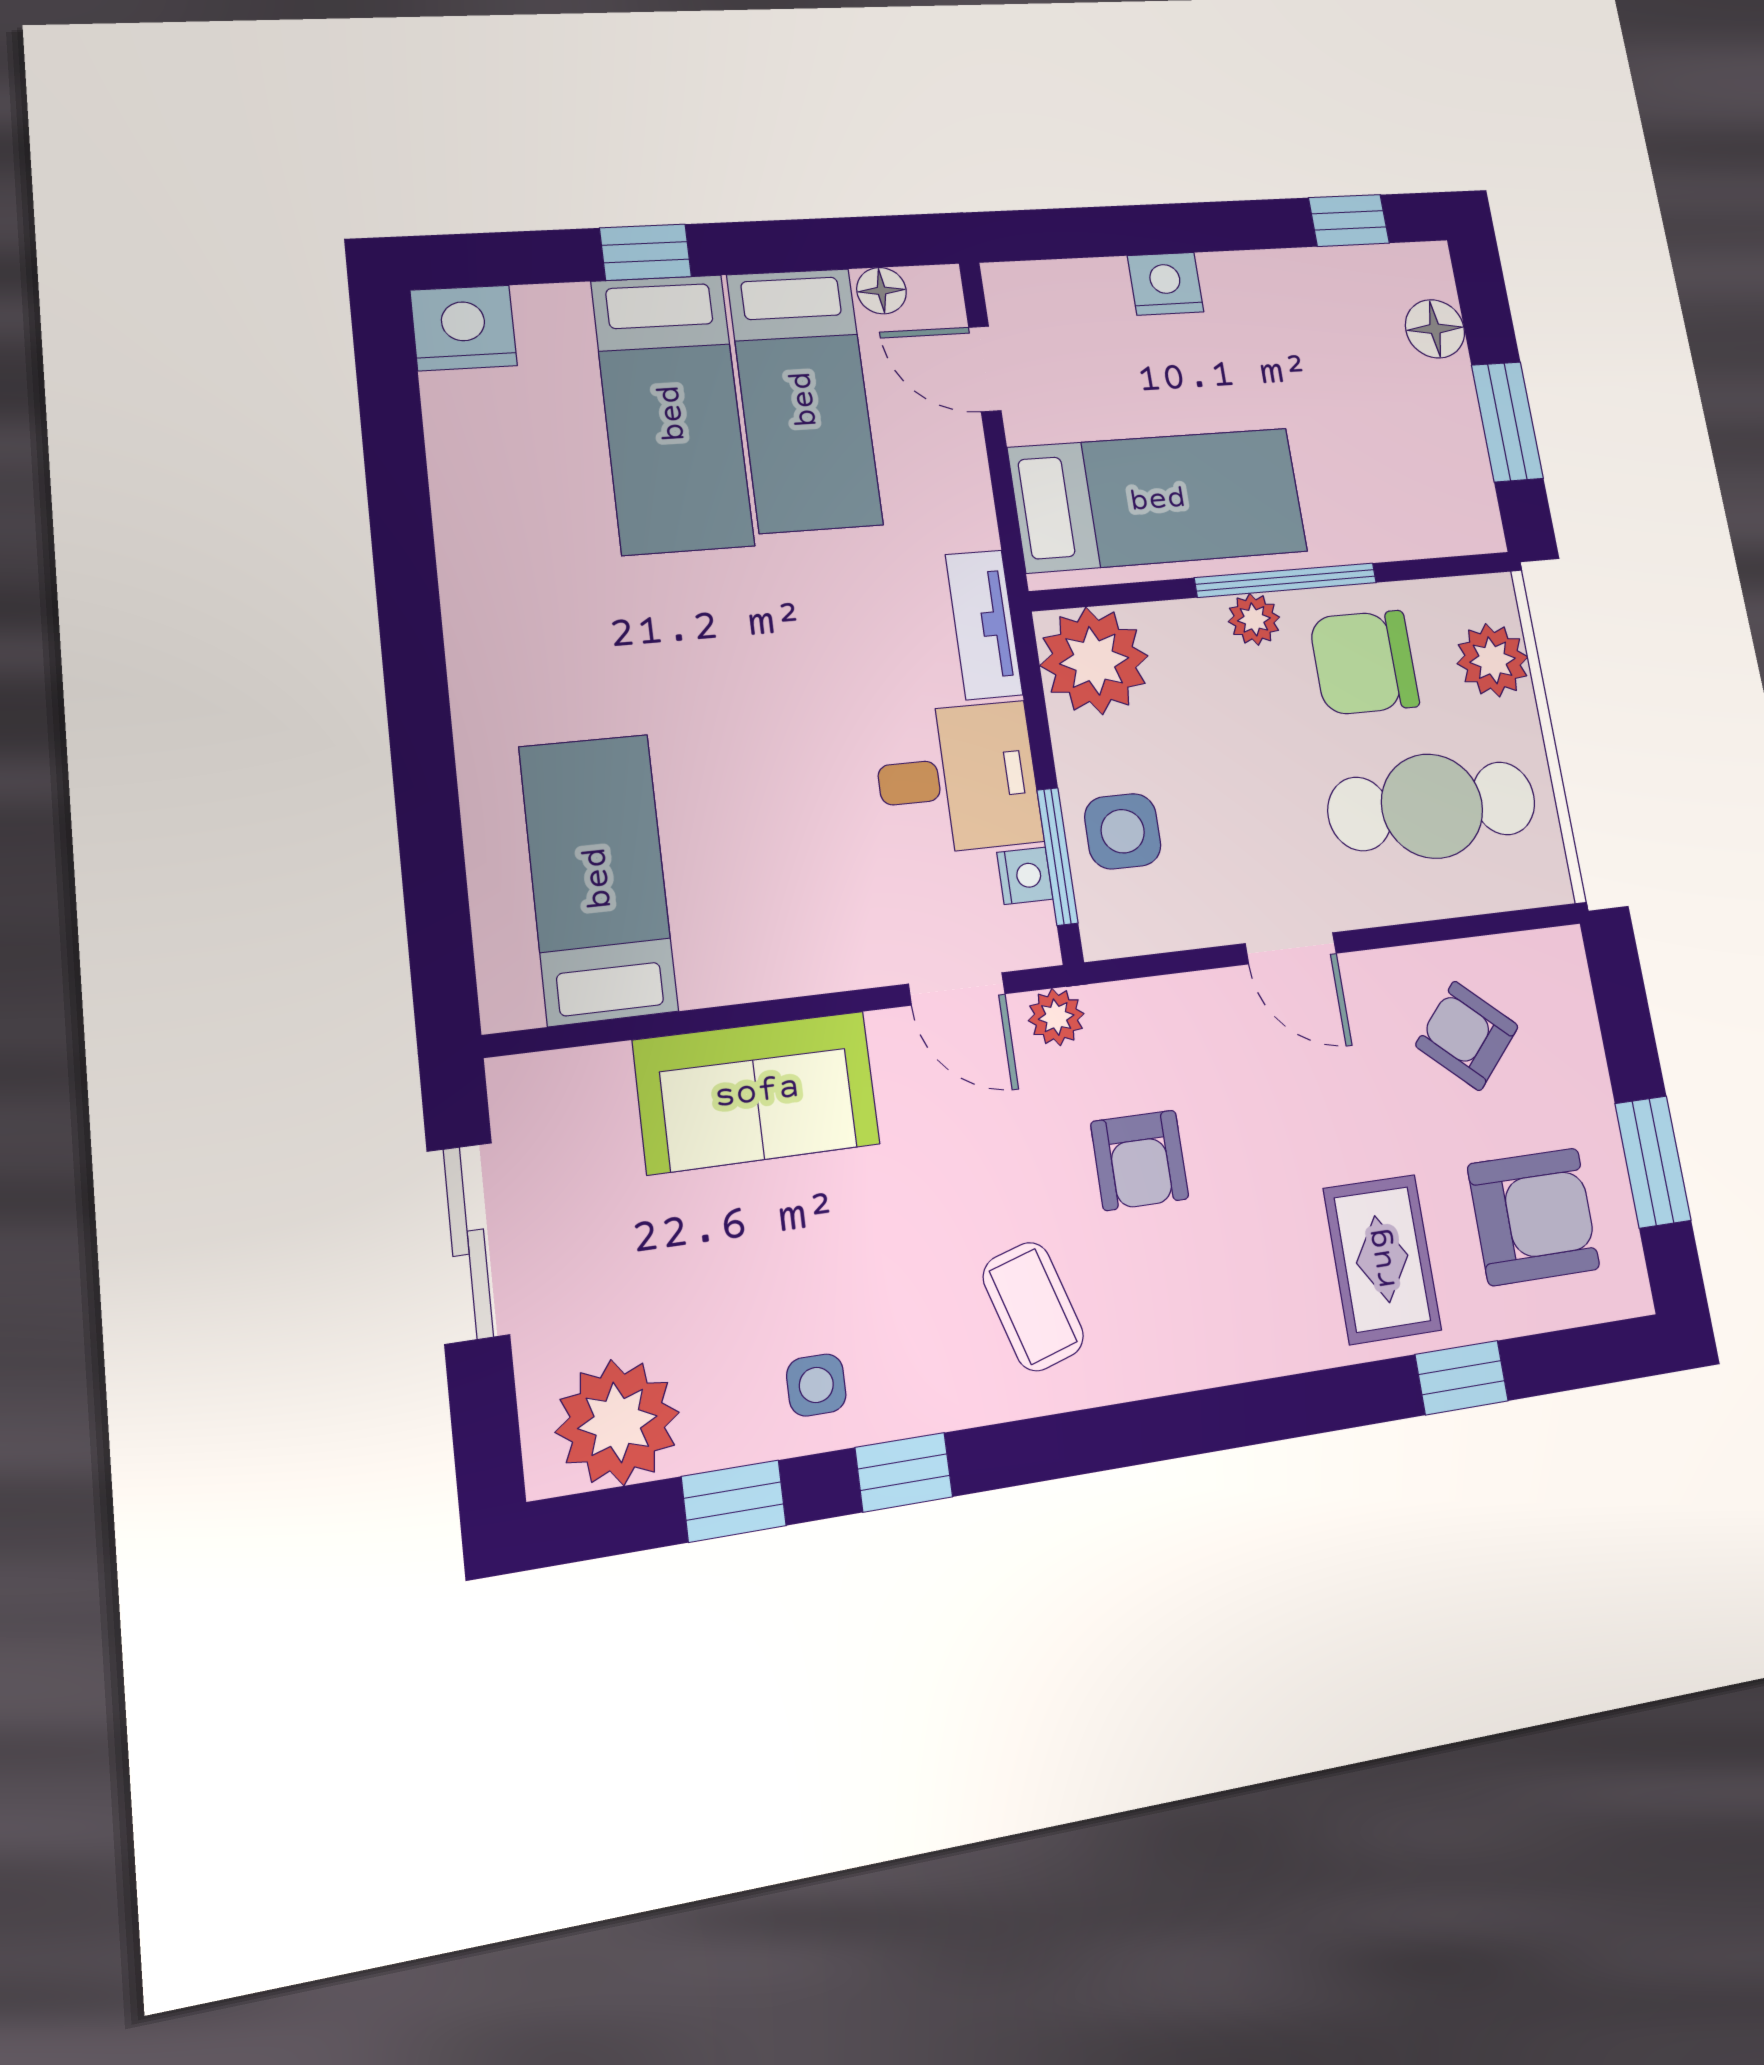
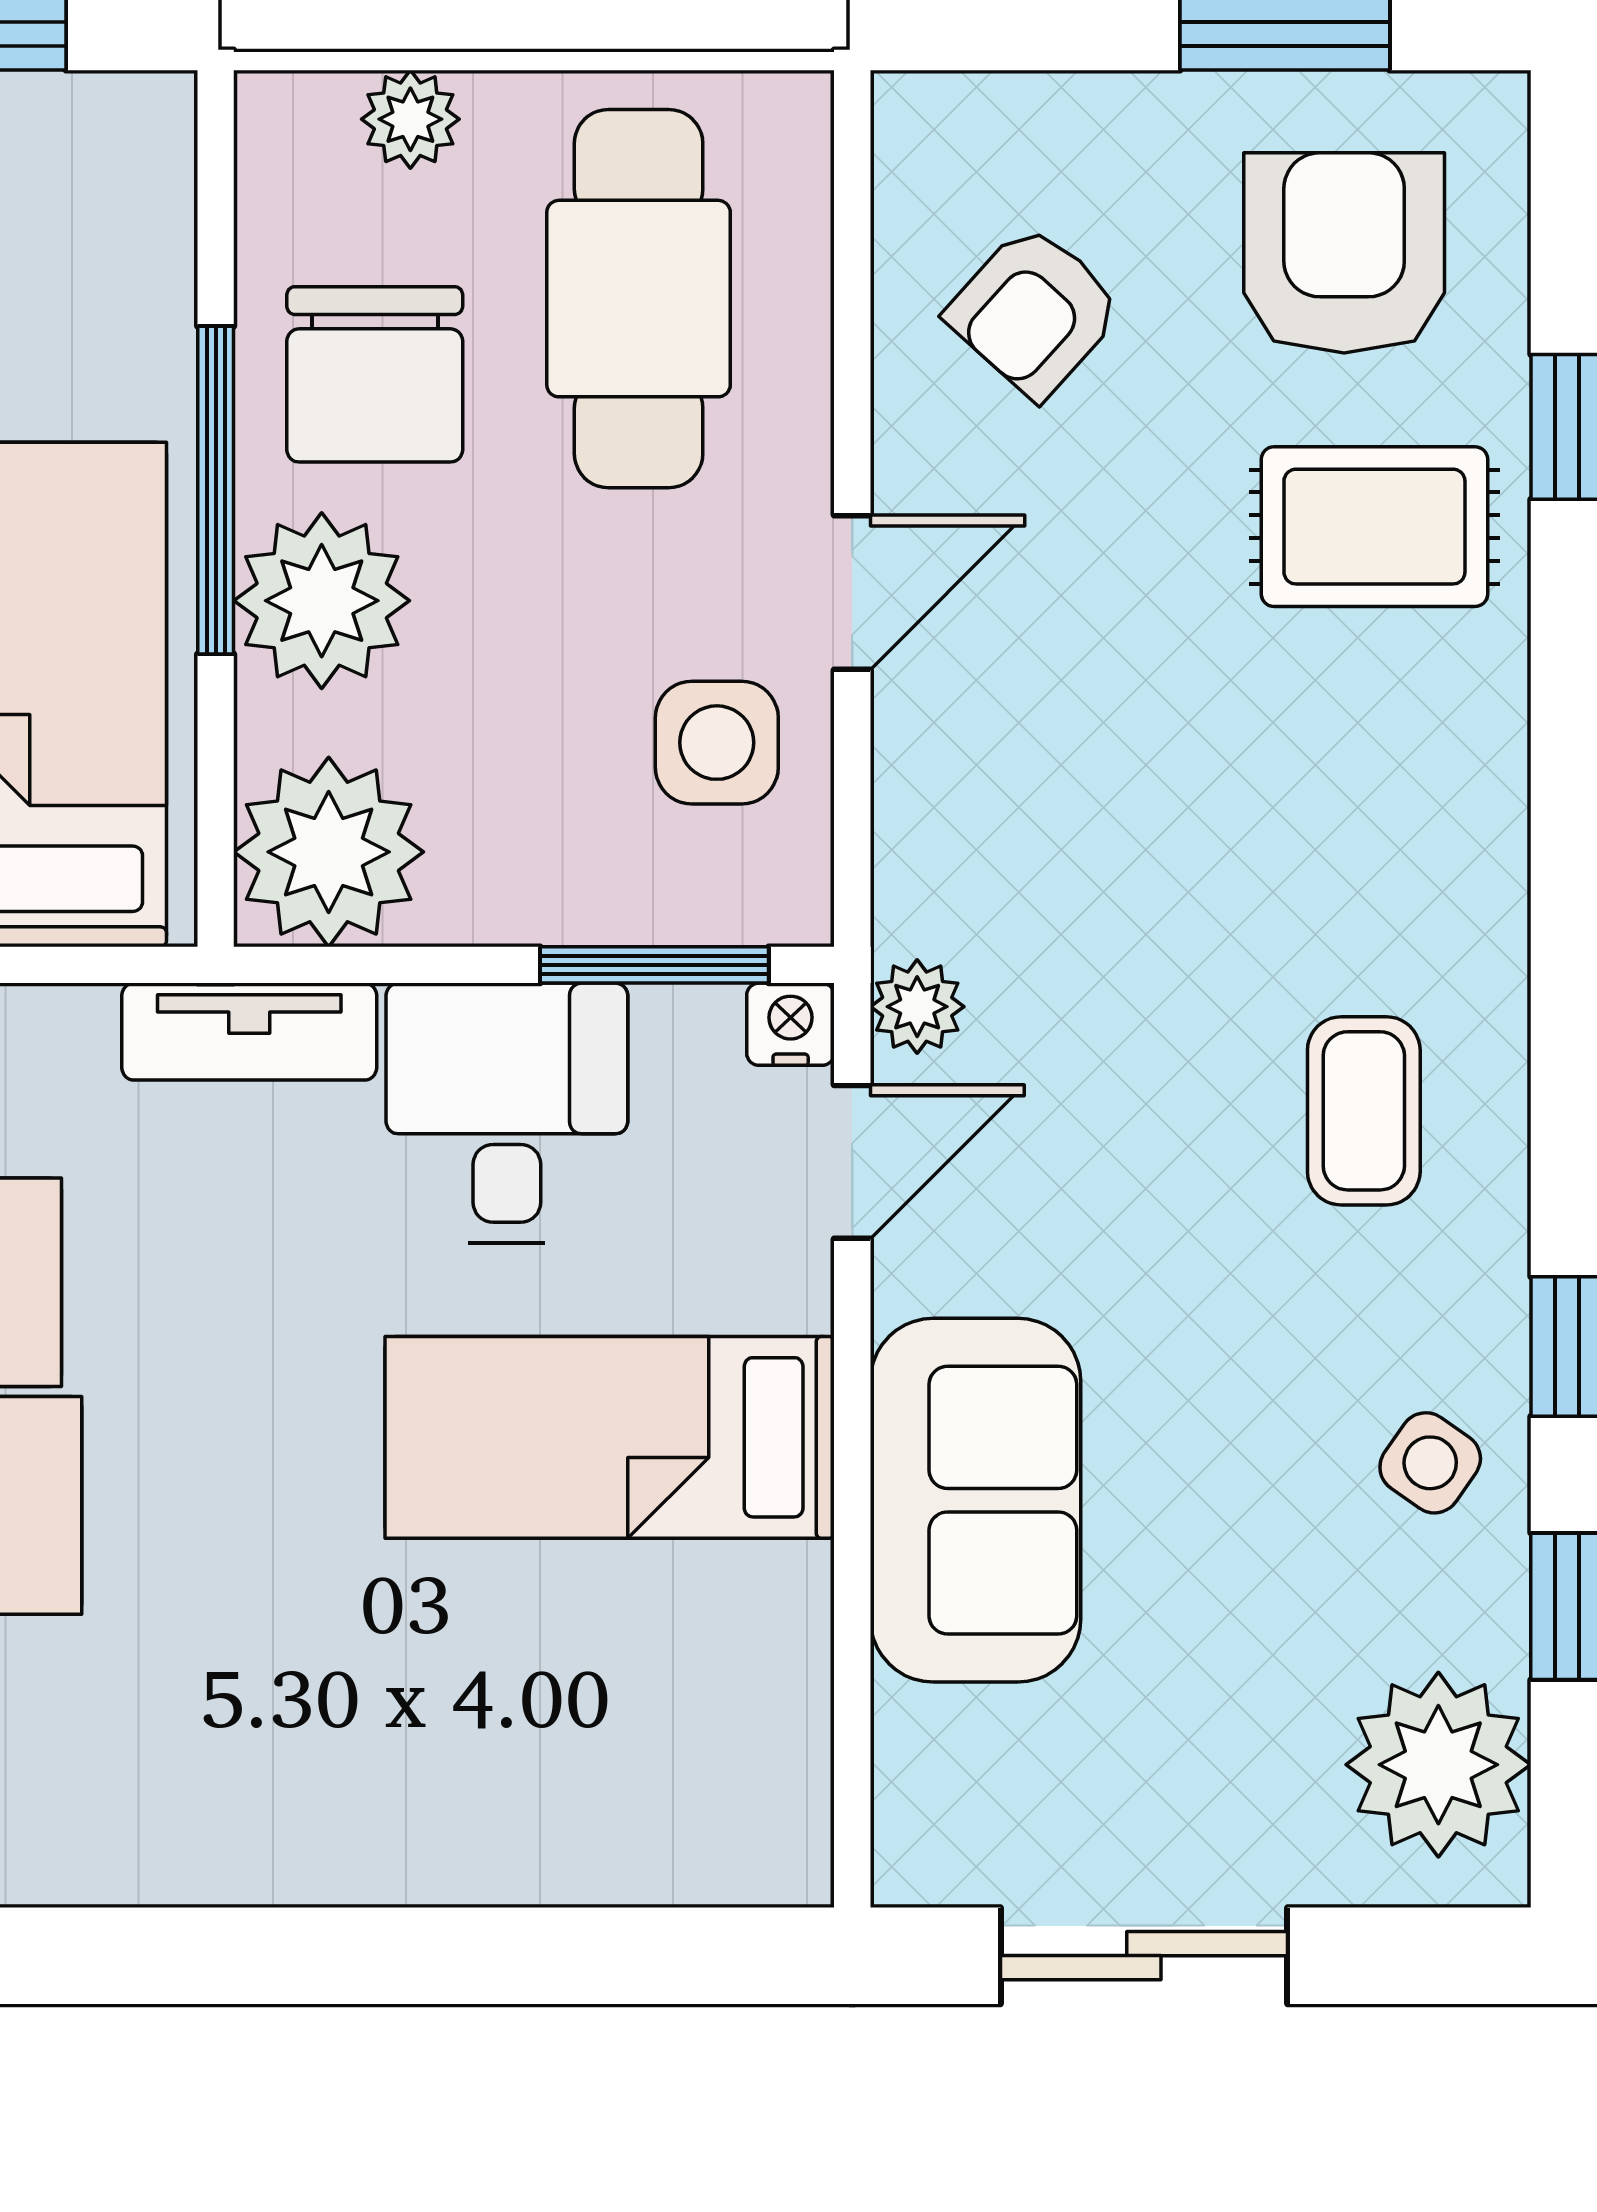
plant: (1254, 619) -> (322, 601), width x1.87, depth x1.87
plant: (1493, 660) -> (410, 119), width x0.73, depth x0.73
side table: (1123, 831) -> (717, 743), moved
nightstand: (1025, 876) -> (791, 1024), moved
bed: (598, 878) -> (610, 1437), moved
armchair: (1140, 1160) -> (1163, 905), removed
coffee table: (1033, 1306) -> (1364, 1111), turned -73
side table: (816, 1385) -> (1430, 1463), turned 35

